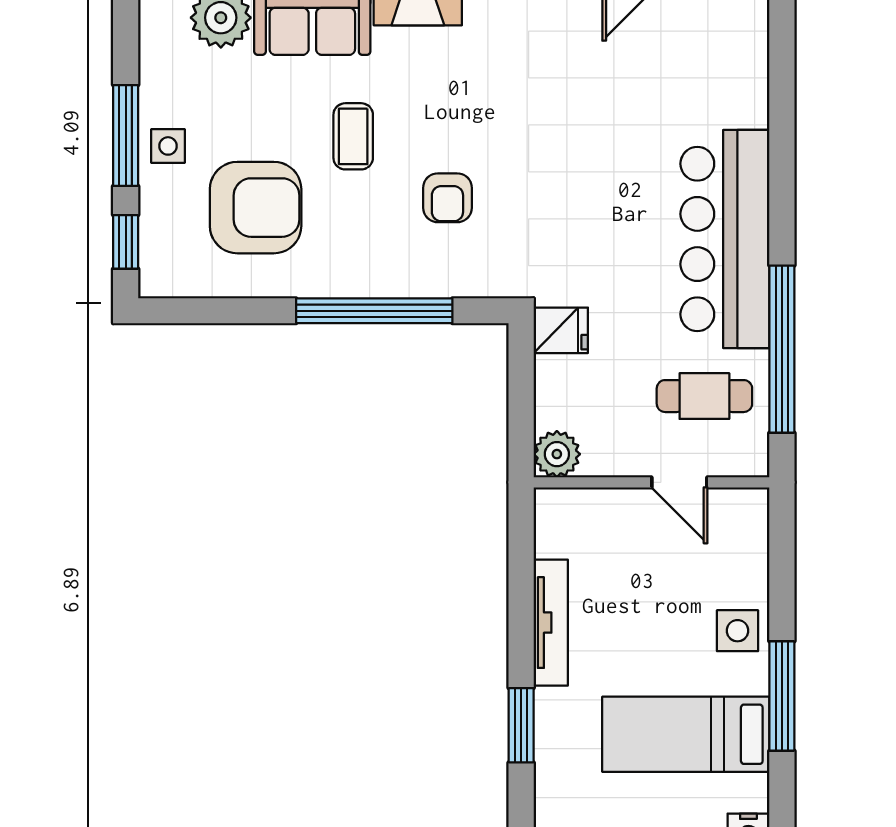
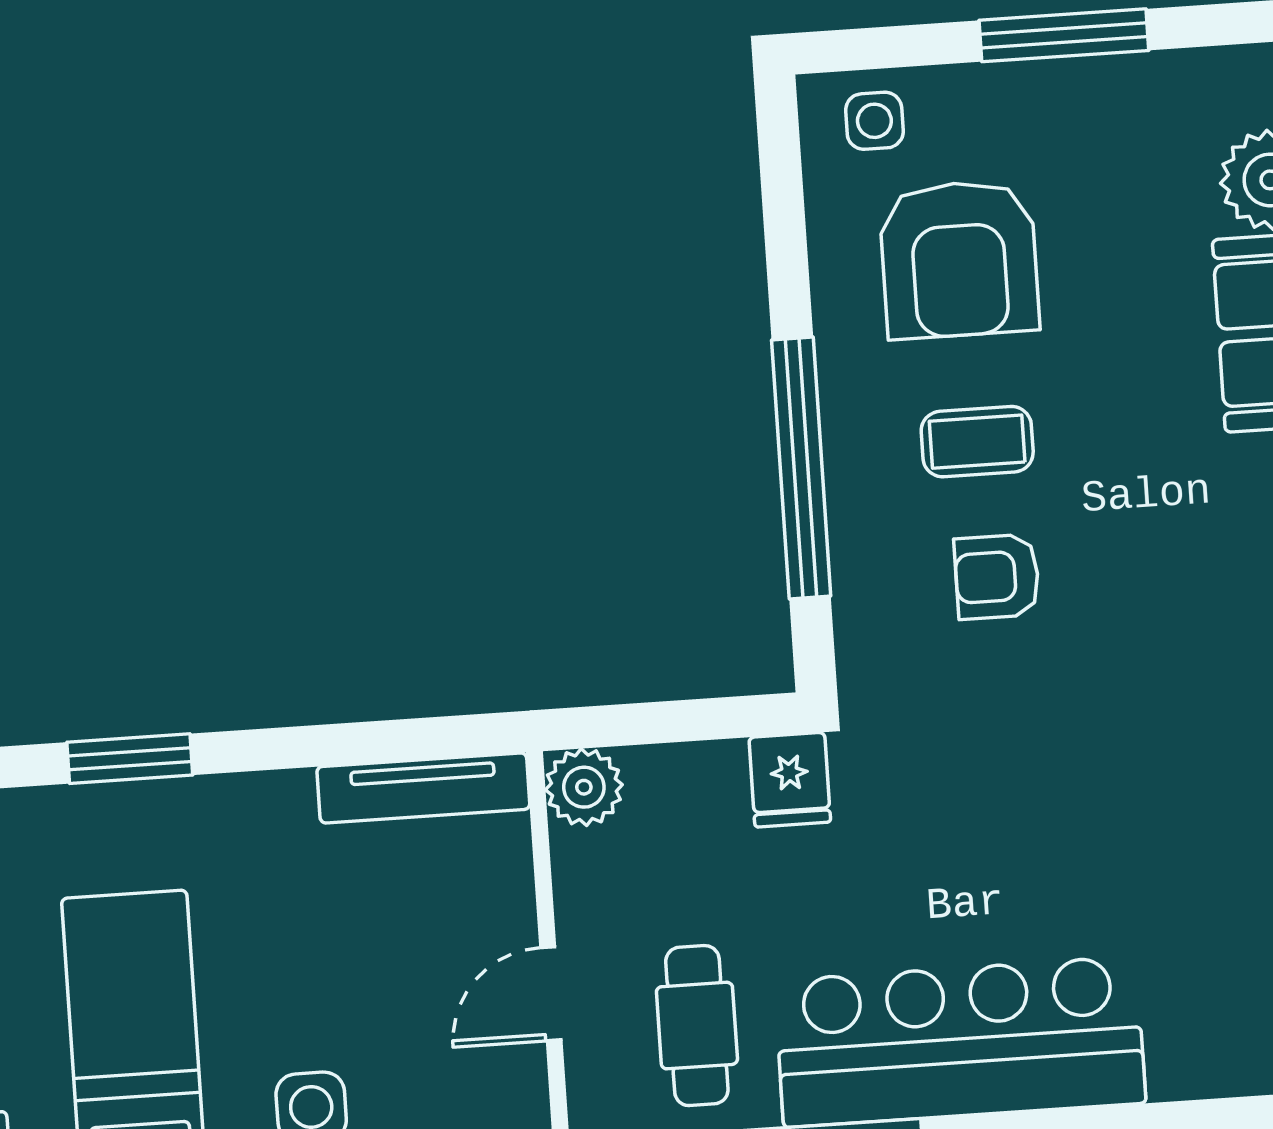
coffee table: (353, 136) -> (977, 442), moved
side table: (168, 146) -> (874, 121), moved
window: (126, 242) -> (887, 47), removed
tv unit: (551, 623) -> (423, 788), moved

